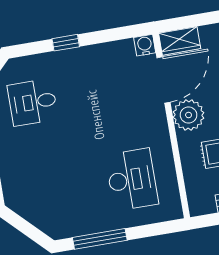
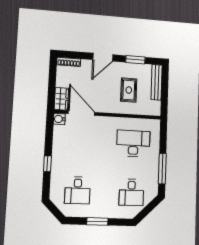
plant: (189, 115) -> (104, 104), removed
desk: (48, 194) -> (131, 192), added

